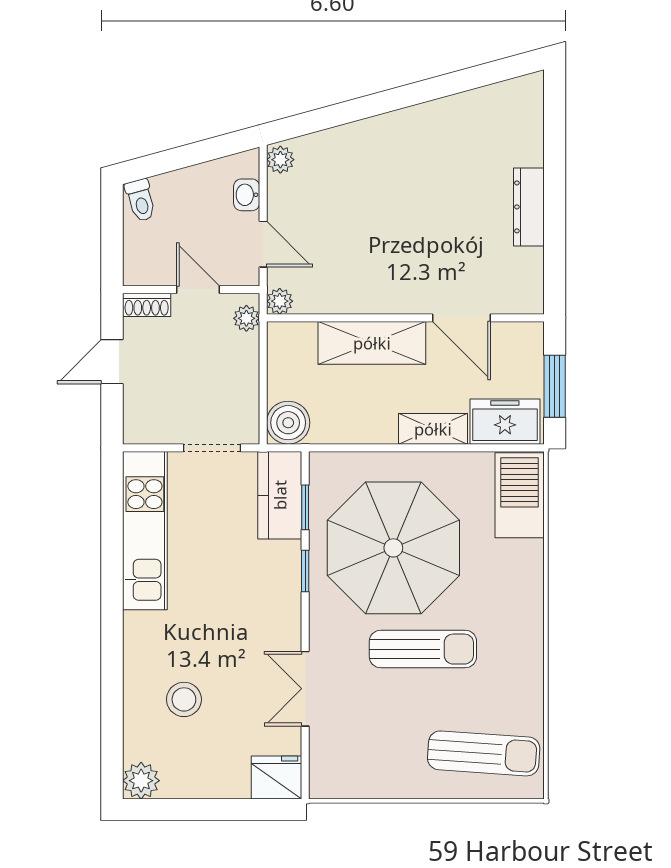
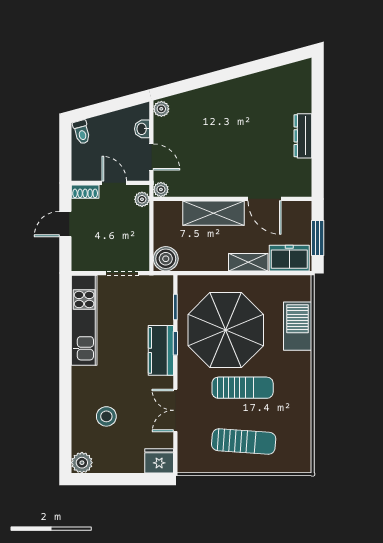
kitchen counter: (280, 495) -> (161, 350), moved
barbecue: (520, 495) -> (298, 326), moved
sun lounger: (484, 753) -> (244, 442), moved

